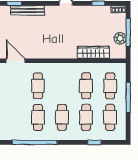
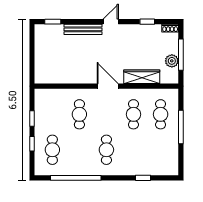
bench: (28, 10) -> (83, 29), moved
door: (16, 61) -> (108, 86), moved
cafe table: (38, 117) -> (52, 150), moved
cafe table: (86, 117) -> (133, 150), removed
cafe table: (110, 117) -> (161, 150), removed

